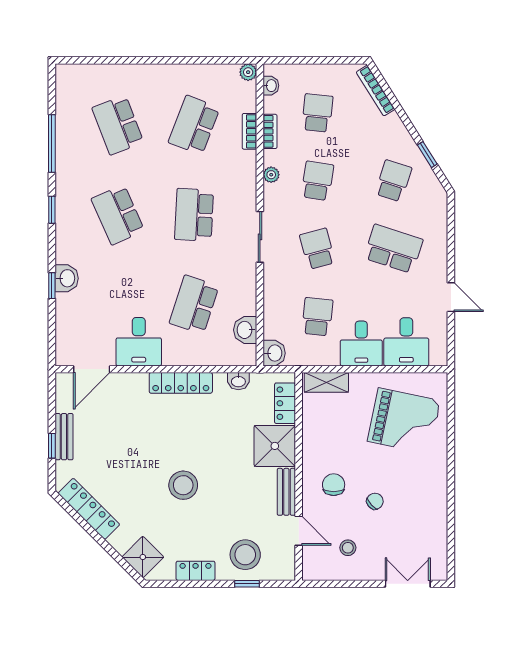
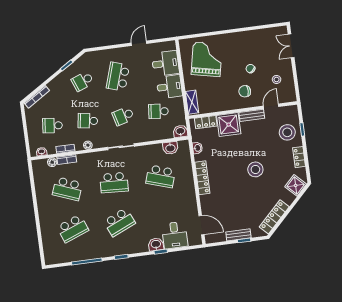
plant: (248, 72) -> (52, 162), moved
school desk: (393, 181) -> (83, 81), turned -39
desk: (139, 342) -> (175, 235), moved, turned 90

